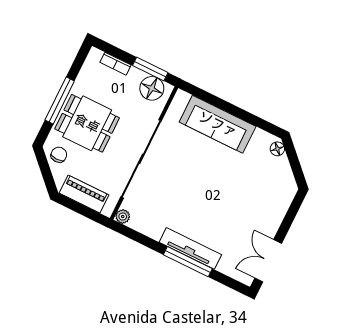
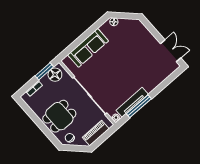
window: (60, 101) -> (41, 126), removed
tv unit: (190, 248) -> (132, 102), moved
double door: (268, 261) -> (171, 51), swing flipped
window: (188, 262) -> (139, 106), moved

